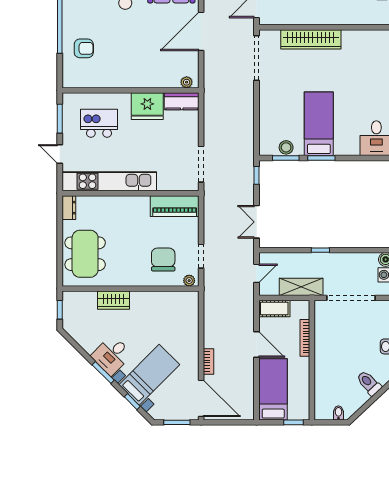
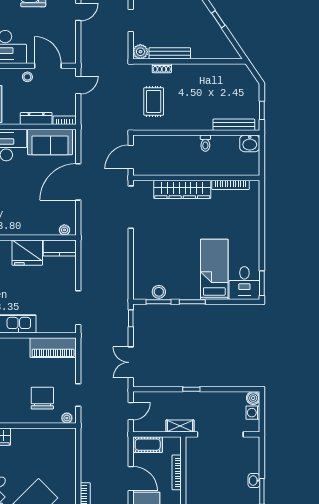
bookcase: (362, 35) -> (230, 185), added
bed: (319, 124) -> (214, 269), moved
shelving: (301, 287) -> (180, 426), width x0.67, depth x0.75

